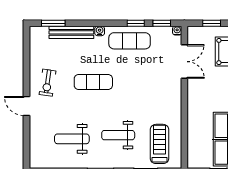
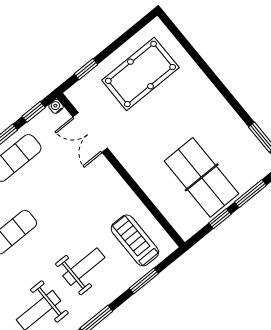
double door: (184, 62) -> (90, 133), swing flipped
weight bench: (118, 135) -> (84, 267), turned 180

